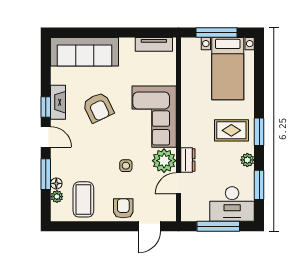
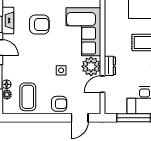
armchair: (98, 107) -> (39, 25), turned -64
armchair: (123, 208) -> (59, 104), turned 90

